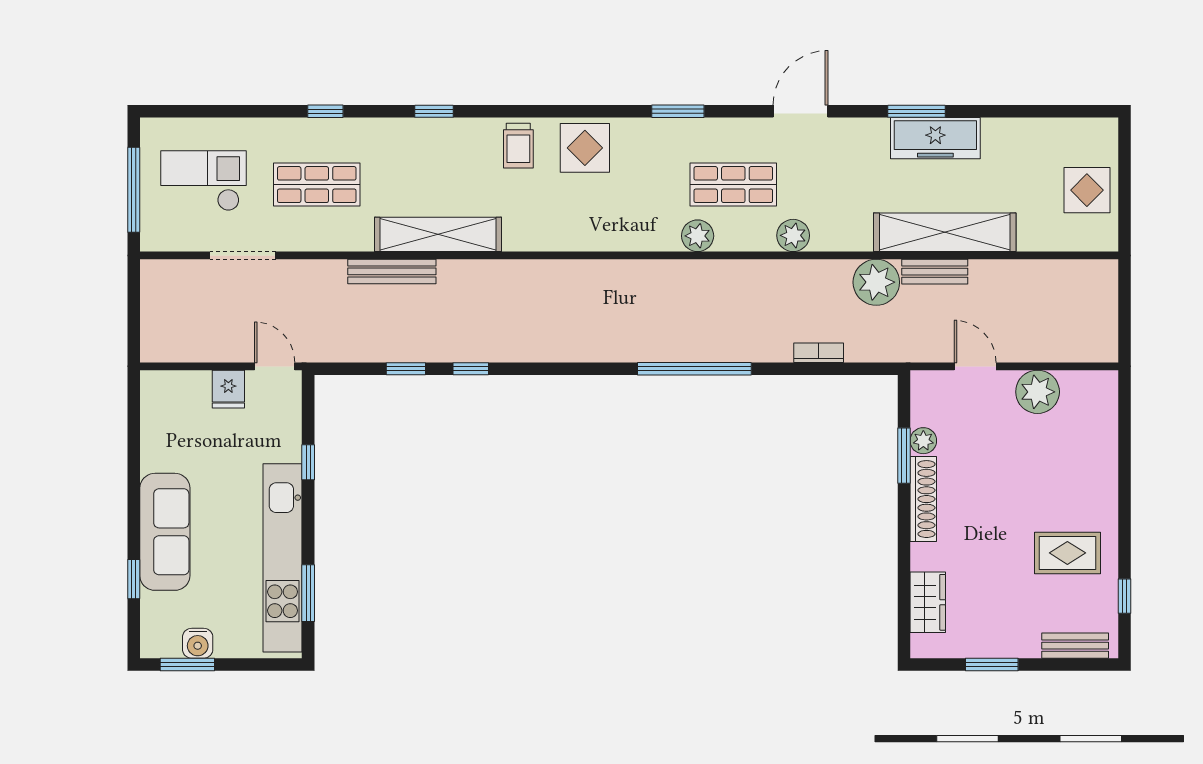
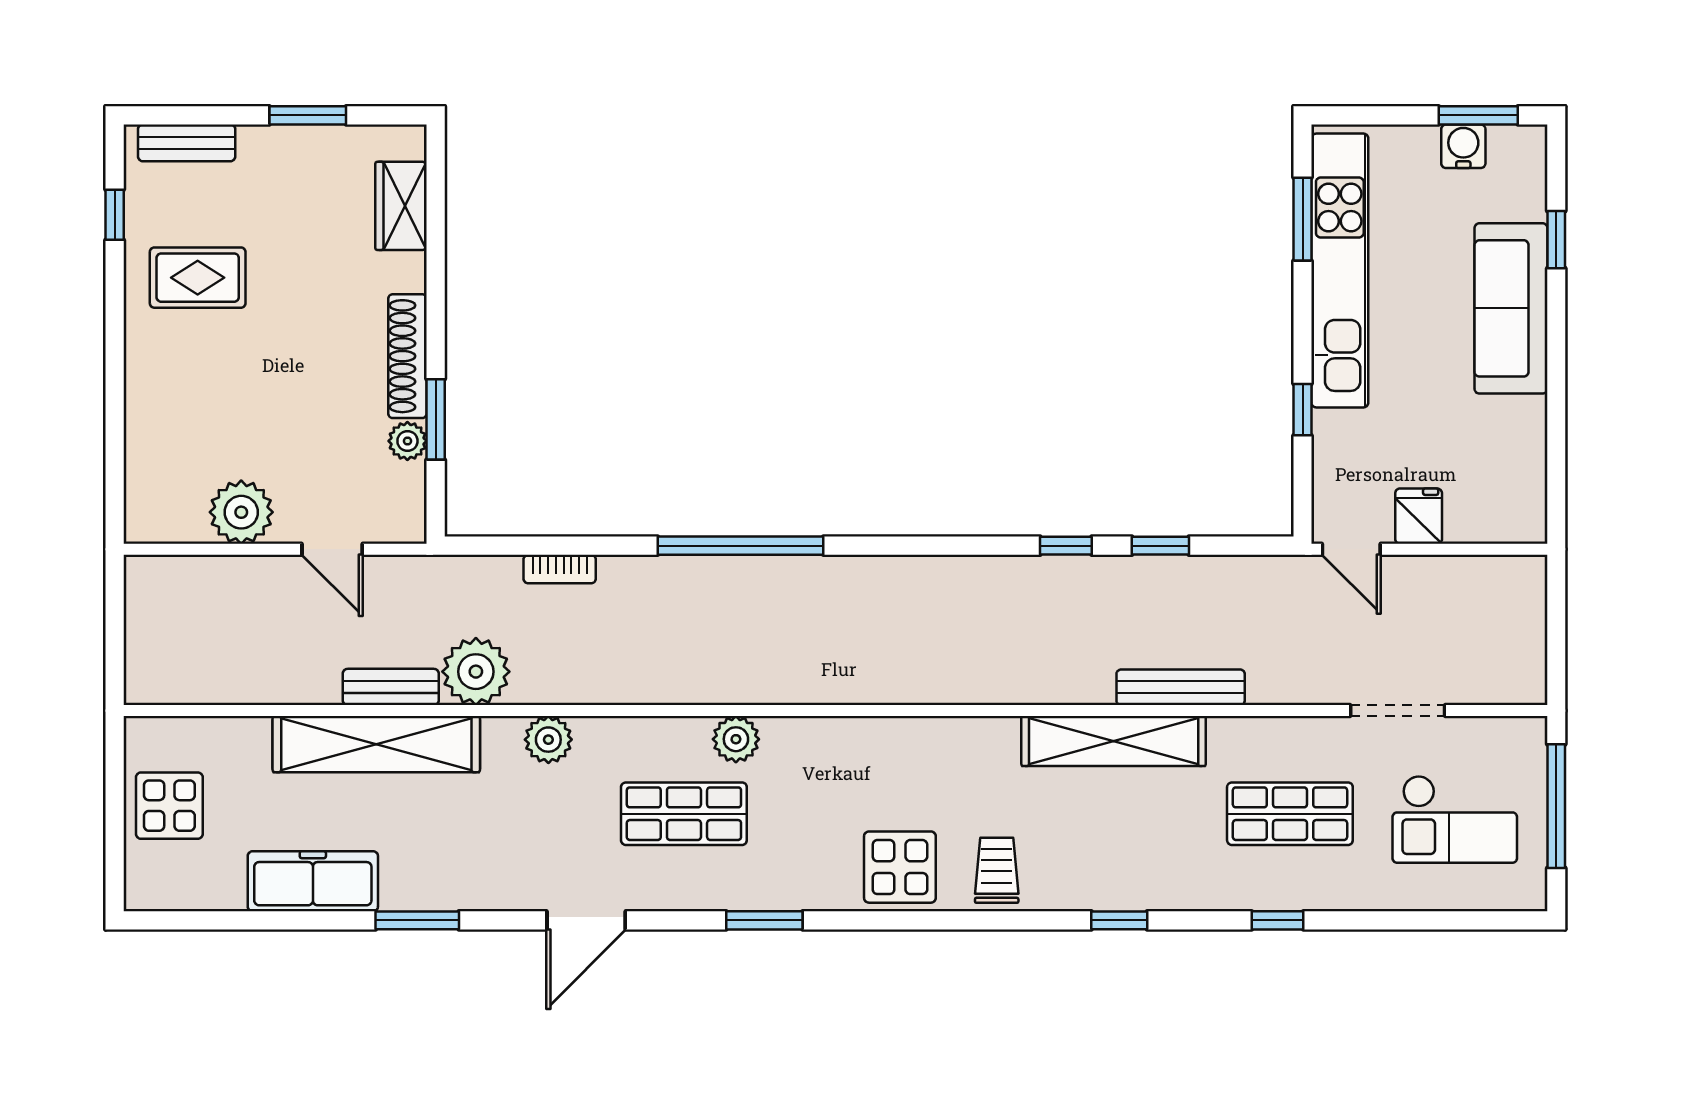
freezer: (935, 138) -> (313, 881), moved
plant: (793, 235) -> (548, 740), moved

